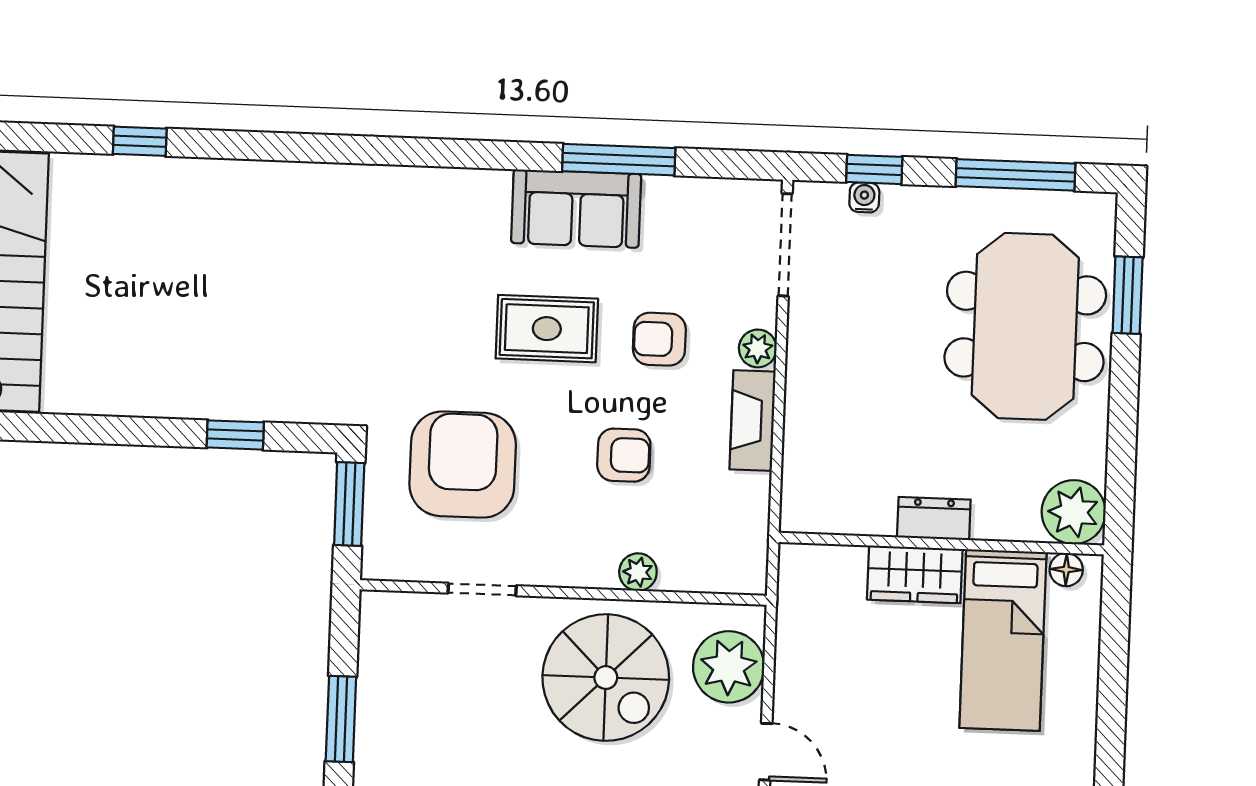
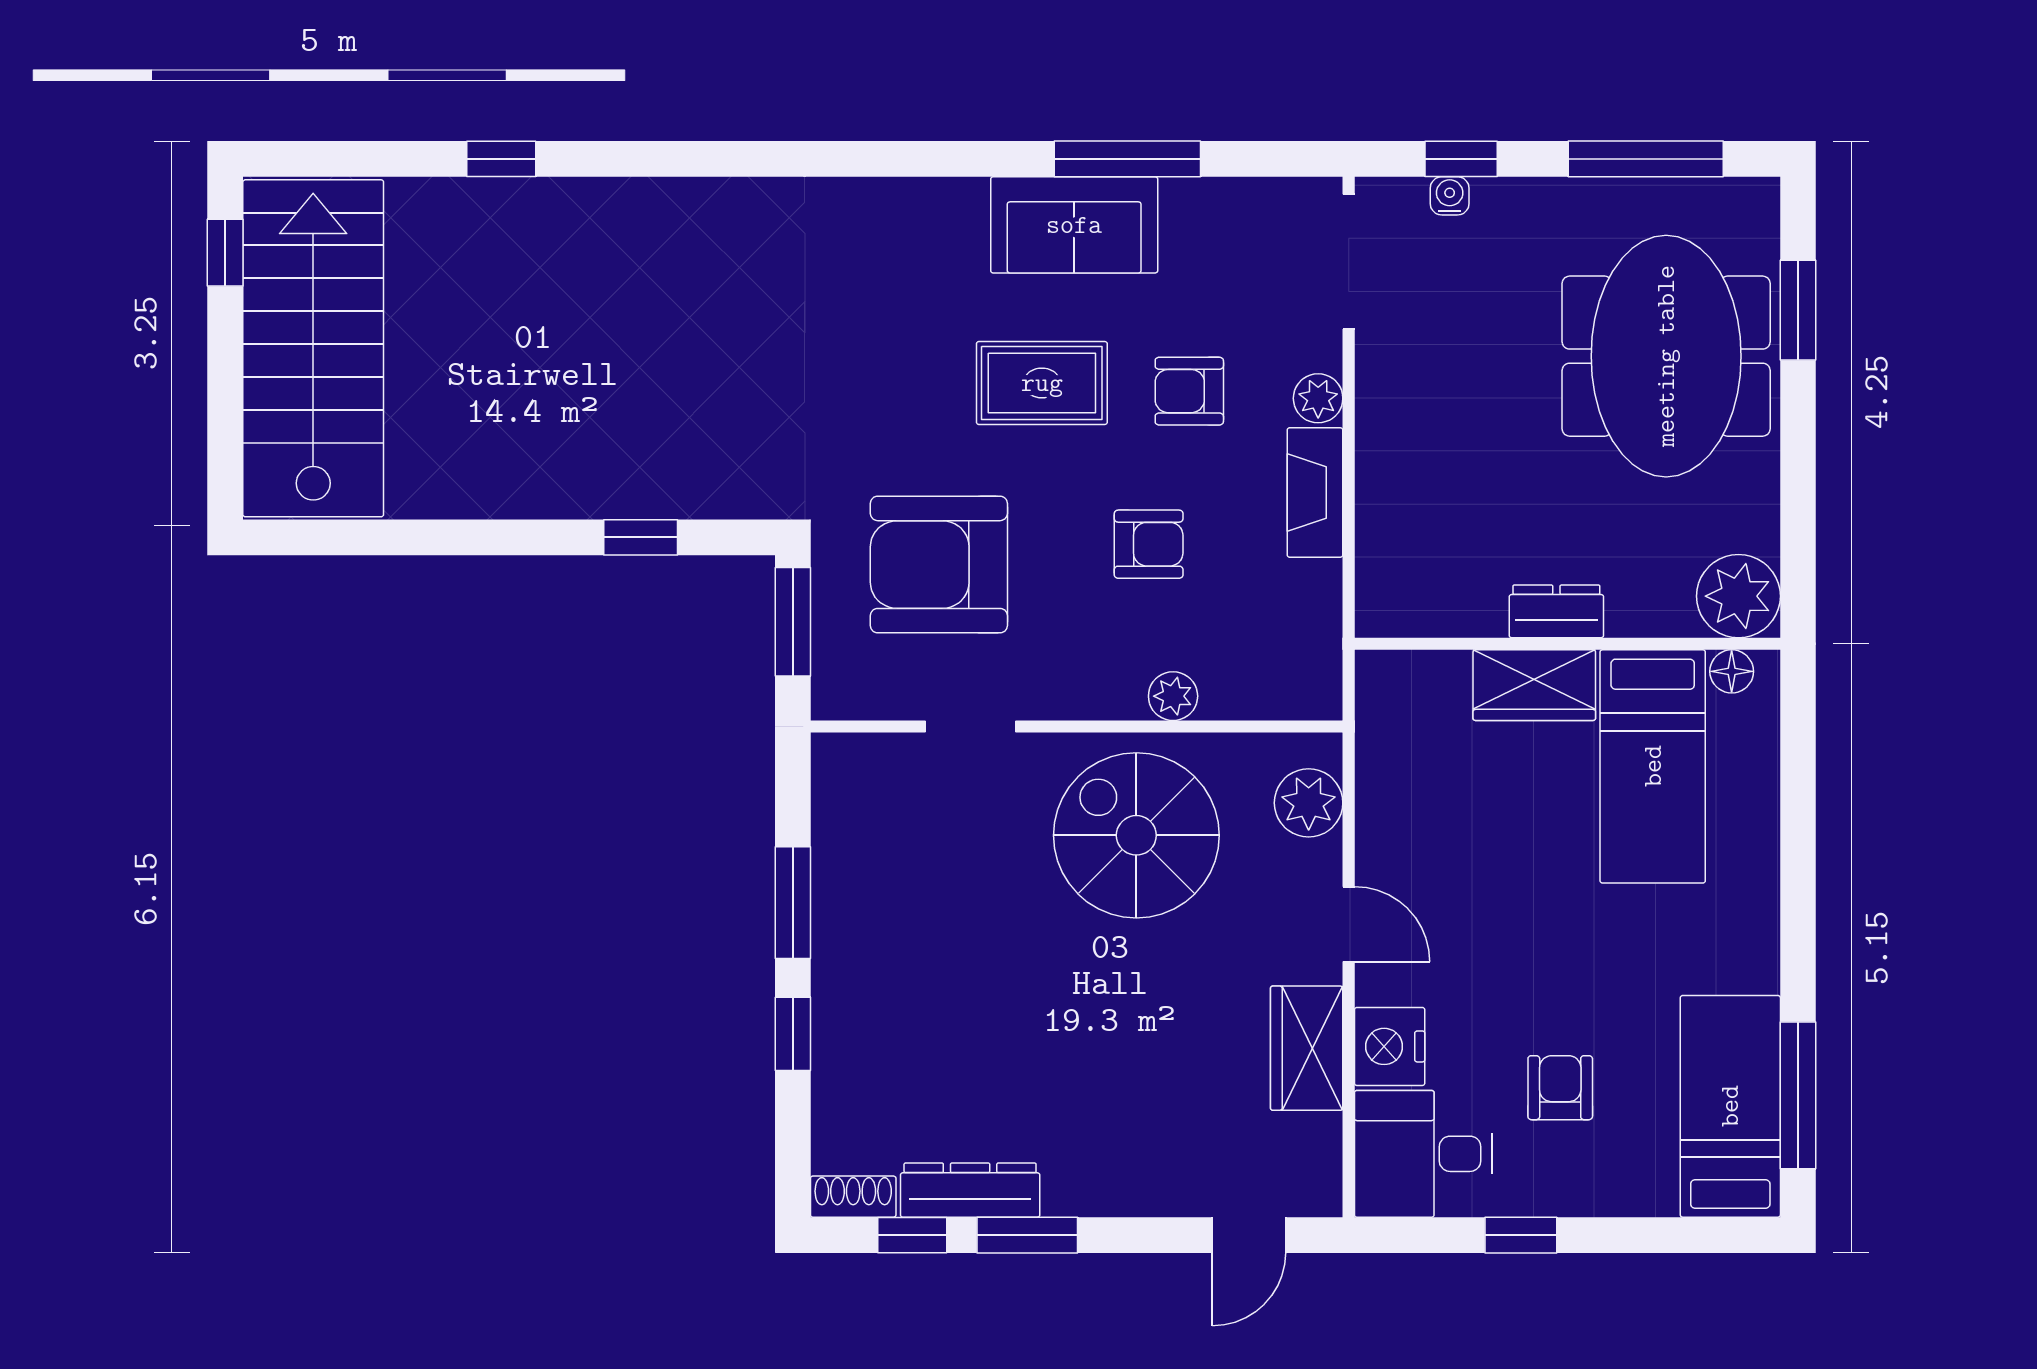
armchair: (463, 465) -> (939, 565), turned -90
plant: (729, 667) -> (1309, 803), width x0.73, depth x0.73
spiral stairs: (606, 678) -> (1136, 835), turned 180

